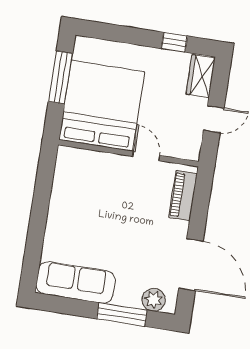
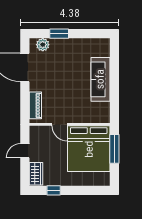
window: (60, 77) -> (114, 149), moved
sofa: (76, 282) -> (100, 79), moved, turned 90
window: (122, 314) -> (59, 34), width x0.69

